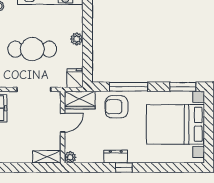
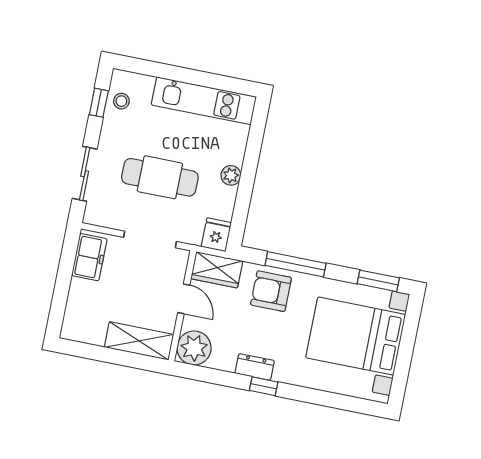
door: (63, 123) -> (184, 299), hinge flipped
shelving: (47, 157) -> (139, 341), width x1.50, depth x1.33
plant: (70, 157) -> (194, 348), width x1.88, depth x1.88

